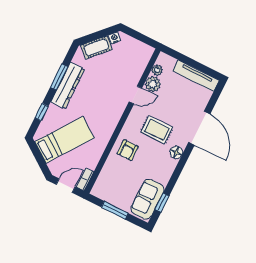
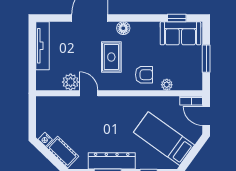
plant: (157, 70) -> (167, 85), moved

